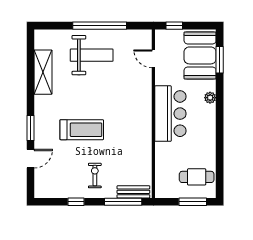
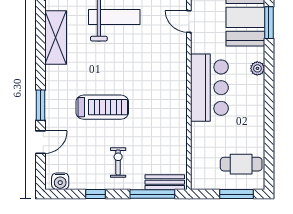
water cooler: (47, 191) -> (60, 181), added

